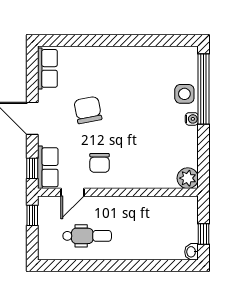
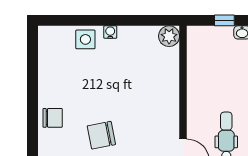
window: (204, 89) -> (81, 20), removed
chair: (100, 163) -> (53, 118), moved

